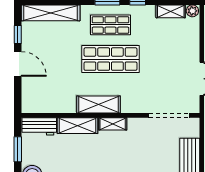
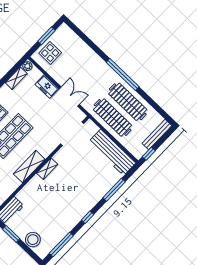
freezer: (191, 48) -> (47, 87), added
shelving: (78, 126) -> (30, 189), removed

